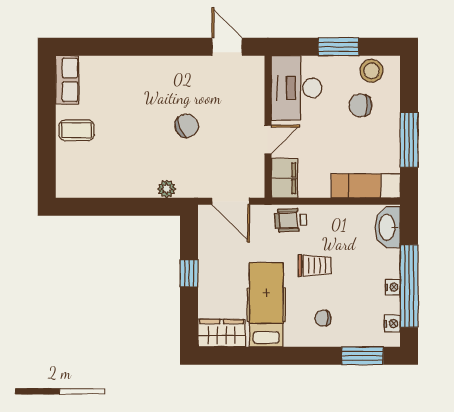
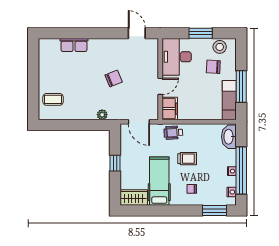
row of seats: (67, 80) -> (74, 45), moved, turned 90
coffee table: (77, 130) -> (53, 99), moved
exam couch: (366, 186) -> (229, 100), moved, turned -90

